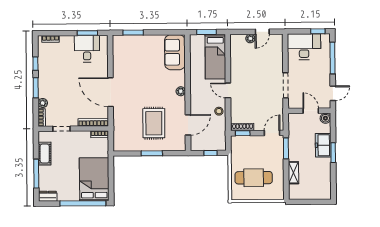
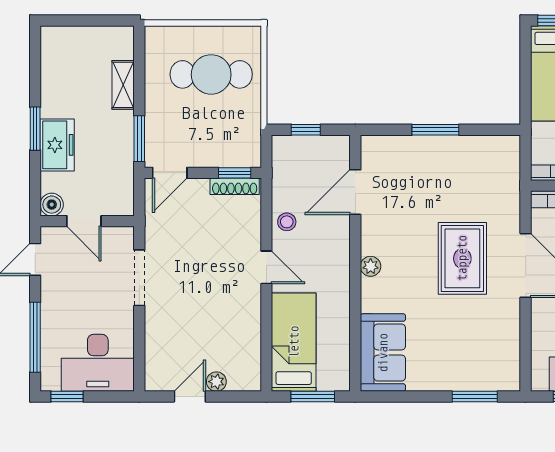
rug: (154, 123) -> (462, 258), moved

